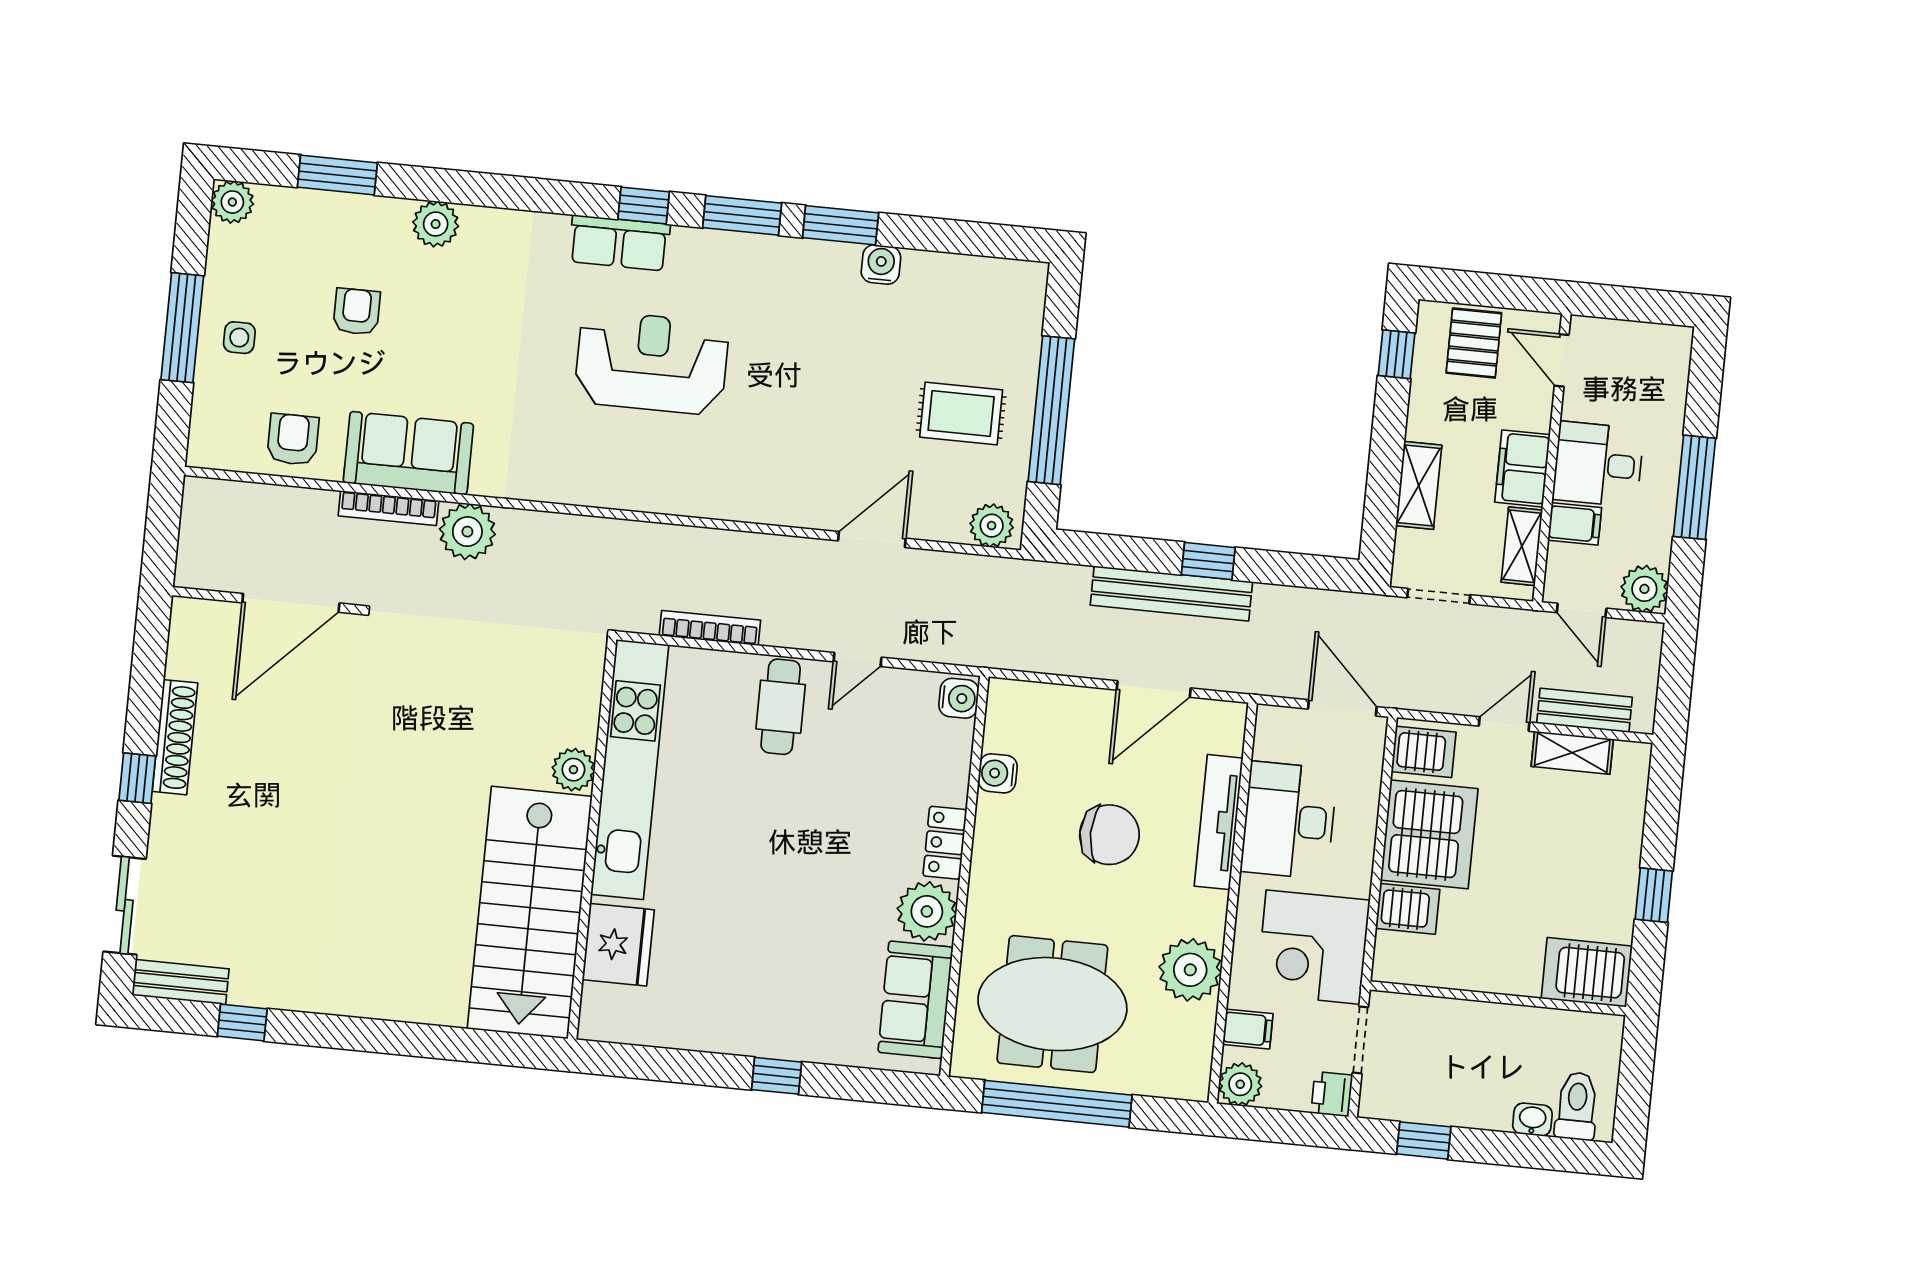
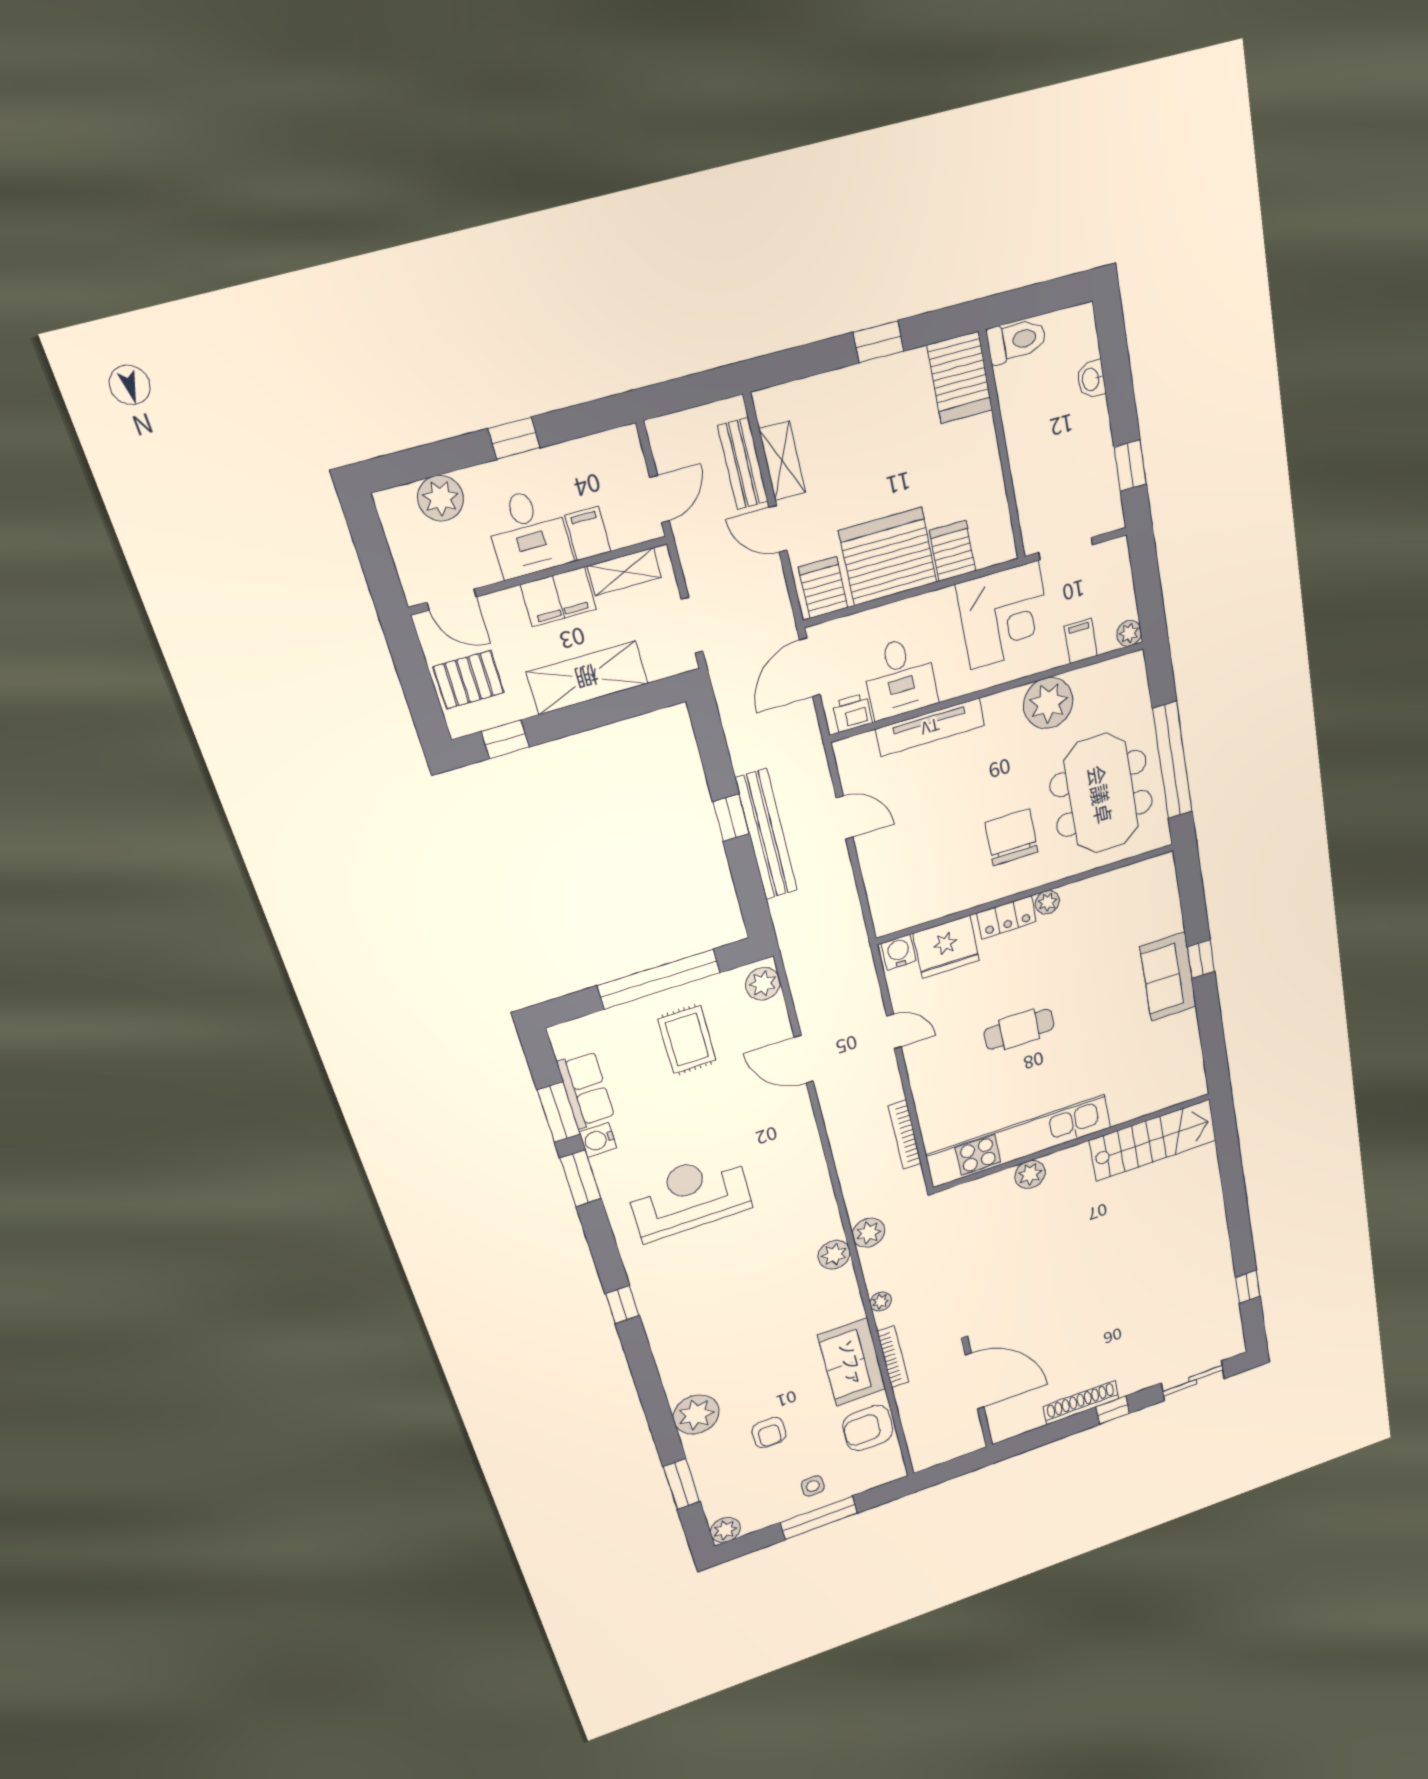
window: (742, 215) -> (559, 1112), moved
plant: (436, 224) -> (696, 1415), width x1.36, depth x1.36
row of seats: (619, 243) -> (586, 1090), moved
armchair: (357, 312) -> (769, 1433), turned -90
door: (1562, 360) -> (451, 600), hinge flipped
reception desk: (652, 363) -> (689, 1196), moved, turned 90
armchair: (293, 439) -> (868, 1428), width x1.38, depth x1.38
plant: (582, 485) -> (834, 1255), added
shelving: (1419, 485) -> (587, 678), width x1.50, depth x1.33
window: (1695, 487) -> (514, 438), width x0.46
plant: (467, 532) -> (881, 1302), width x0.53, depth x0.53
plant: (592, 538) -> (869, 1233), added
plant: (1644, 589) -> (441, 498), moved
door: (1154, 689) -> (844, 817), width x0.73
cafe table: (781, 707) -> (1019, 1029), moved
water cooler: (998, 773) -> (945, 902), removed
desk: (1289, 820) -> (900, 677), width x0.73
chair: (1109, 835) -> (1012, 837), moved
plant: (927, 911) -> (1047, 902), width x0.53, depth x0.53
stairs: (530, 913) -> (1153, 1140), width x0.73, depth x0.66
fridge: (618, 945) -> (946, 947), moved, turned 180
bench: (181, 982) -> (1232, 1331), removed
sofa: (915, 1000) -> (1168, 977), moved, turned 90
plant: (1240, 1084) -> (1129, 633), width x0.73, depth x0.73
printer: (1332, 1094) -> (852, 713), moved, turned 180
toilet: (1577, 1106) -> (1017, 341), moved, turned 180

